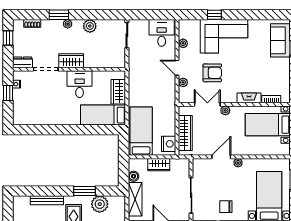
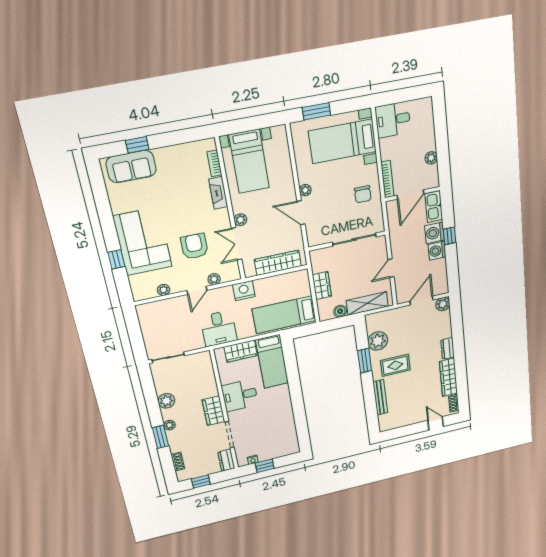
desk: (162, 33) -> (219, 328), moved, turned -90
nightstand: (169, 144) -> (244, 291), moved

